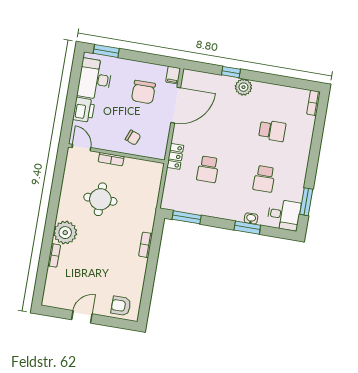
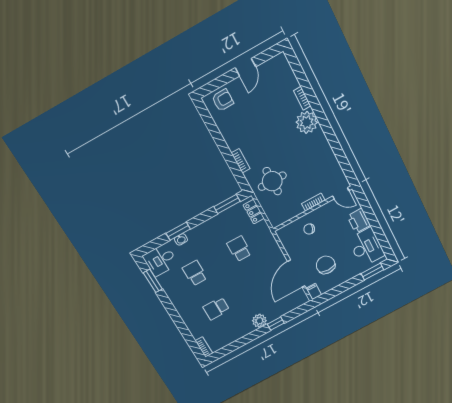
locker: (175, 156) -> (254, 212), moved
round table: (100, 199) -> (272, 181), moved

